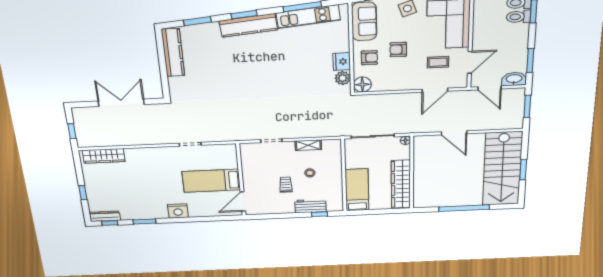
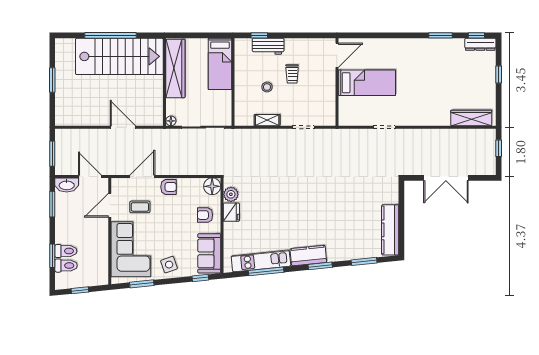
kitchen counter: (248, 25) -> (308, 256), width x0.67
armchair: (398, 50) -> (168, 187), moved
stairs: (502, 169) -> (119, 56), moved, turned 90
nightstand: (178, 211) -> (404, 47), removed

